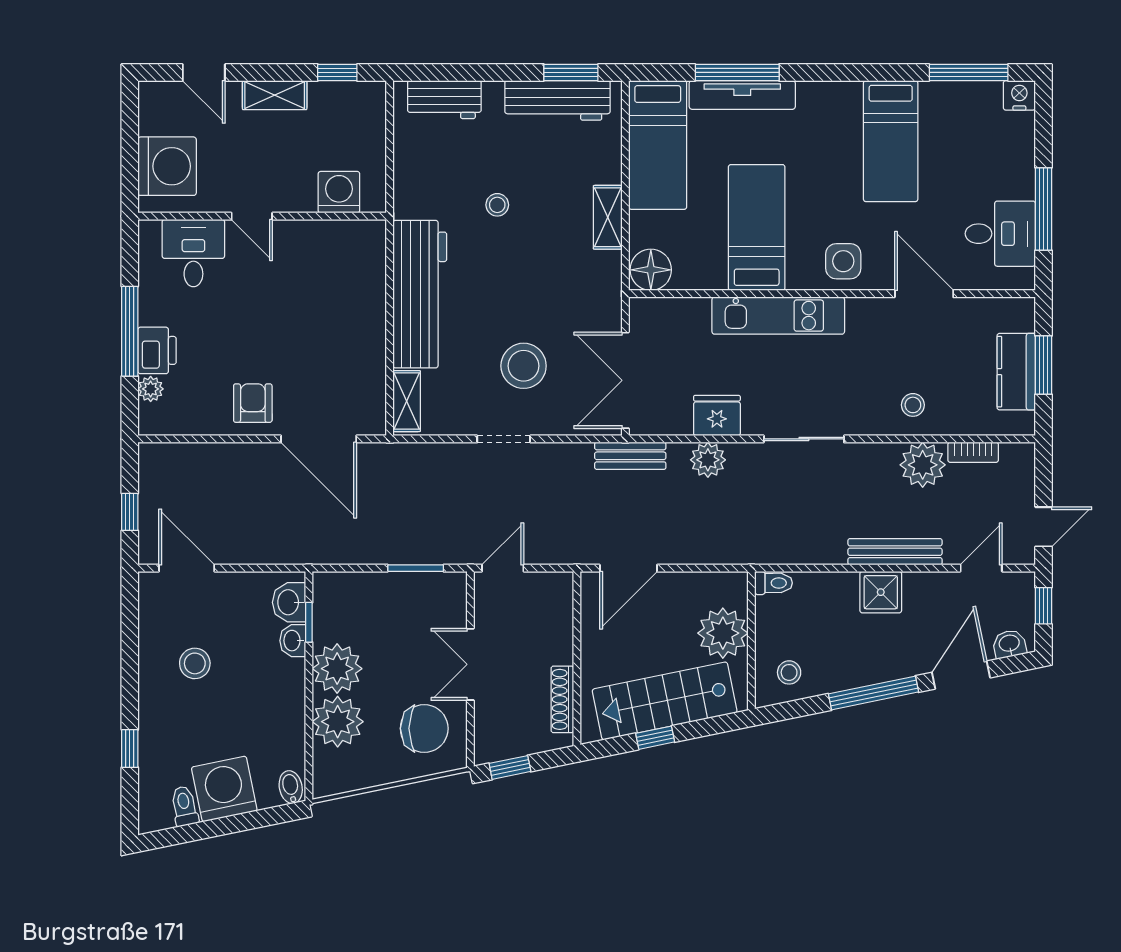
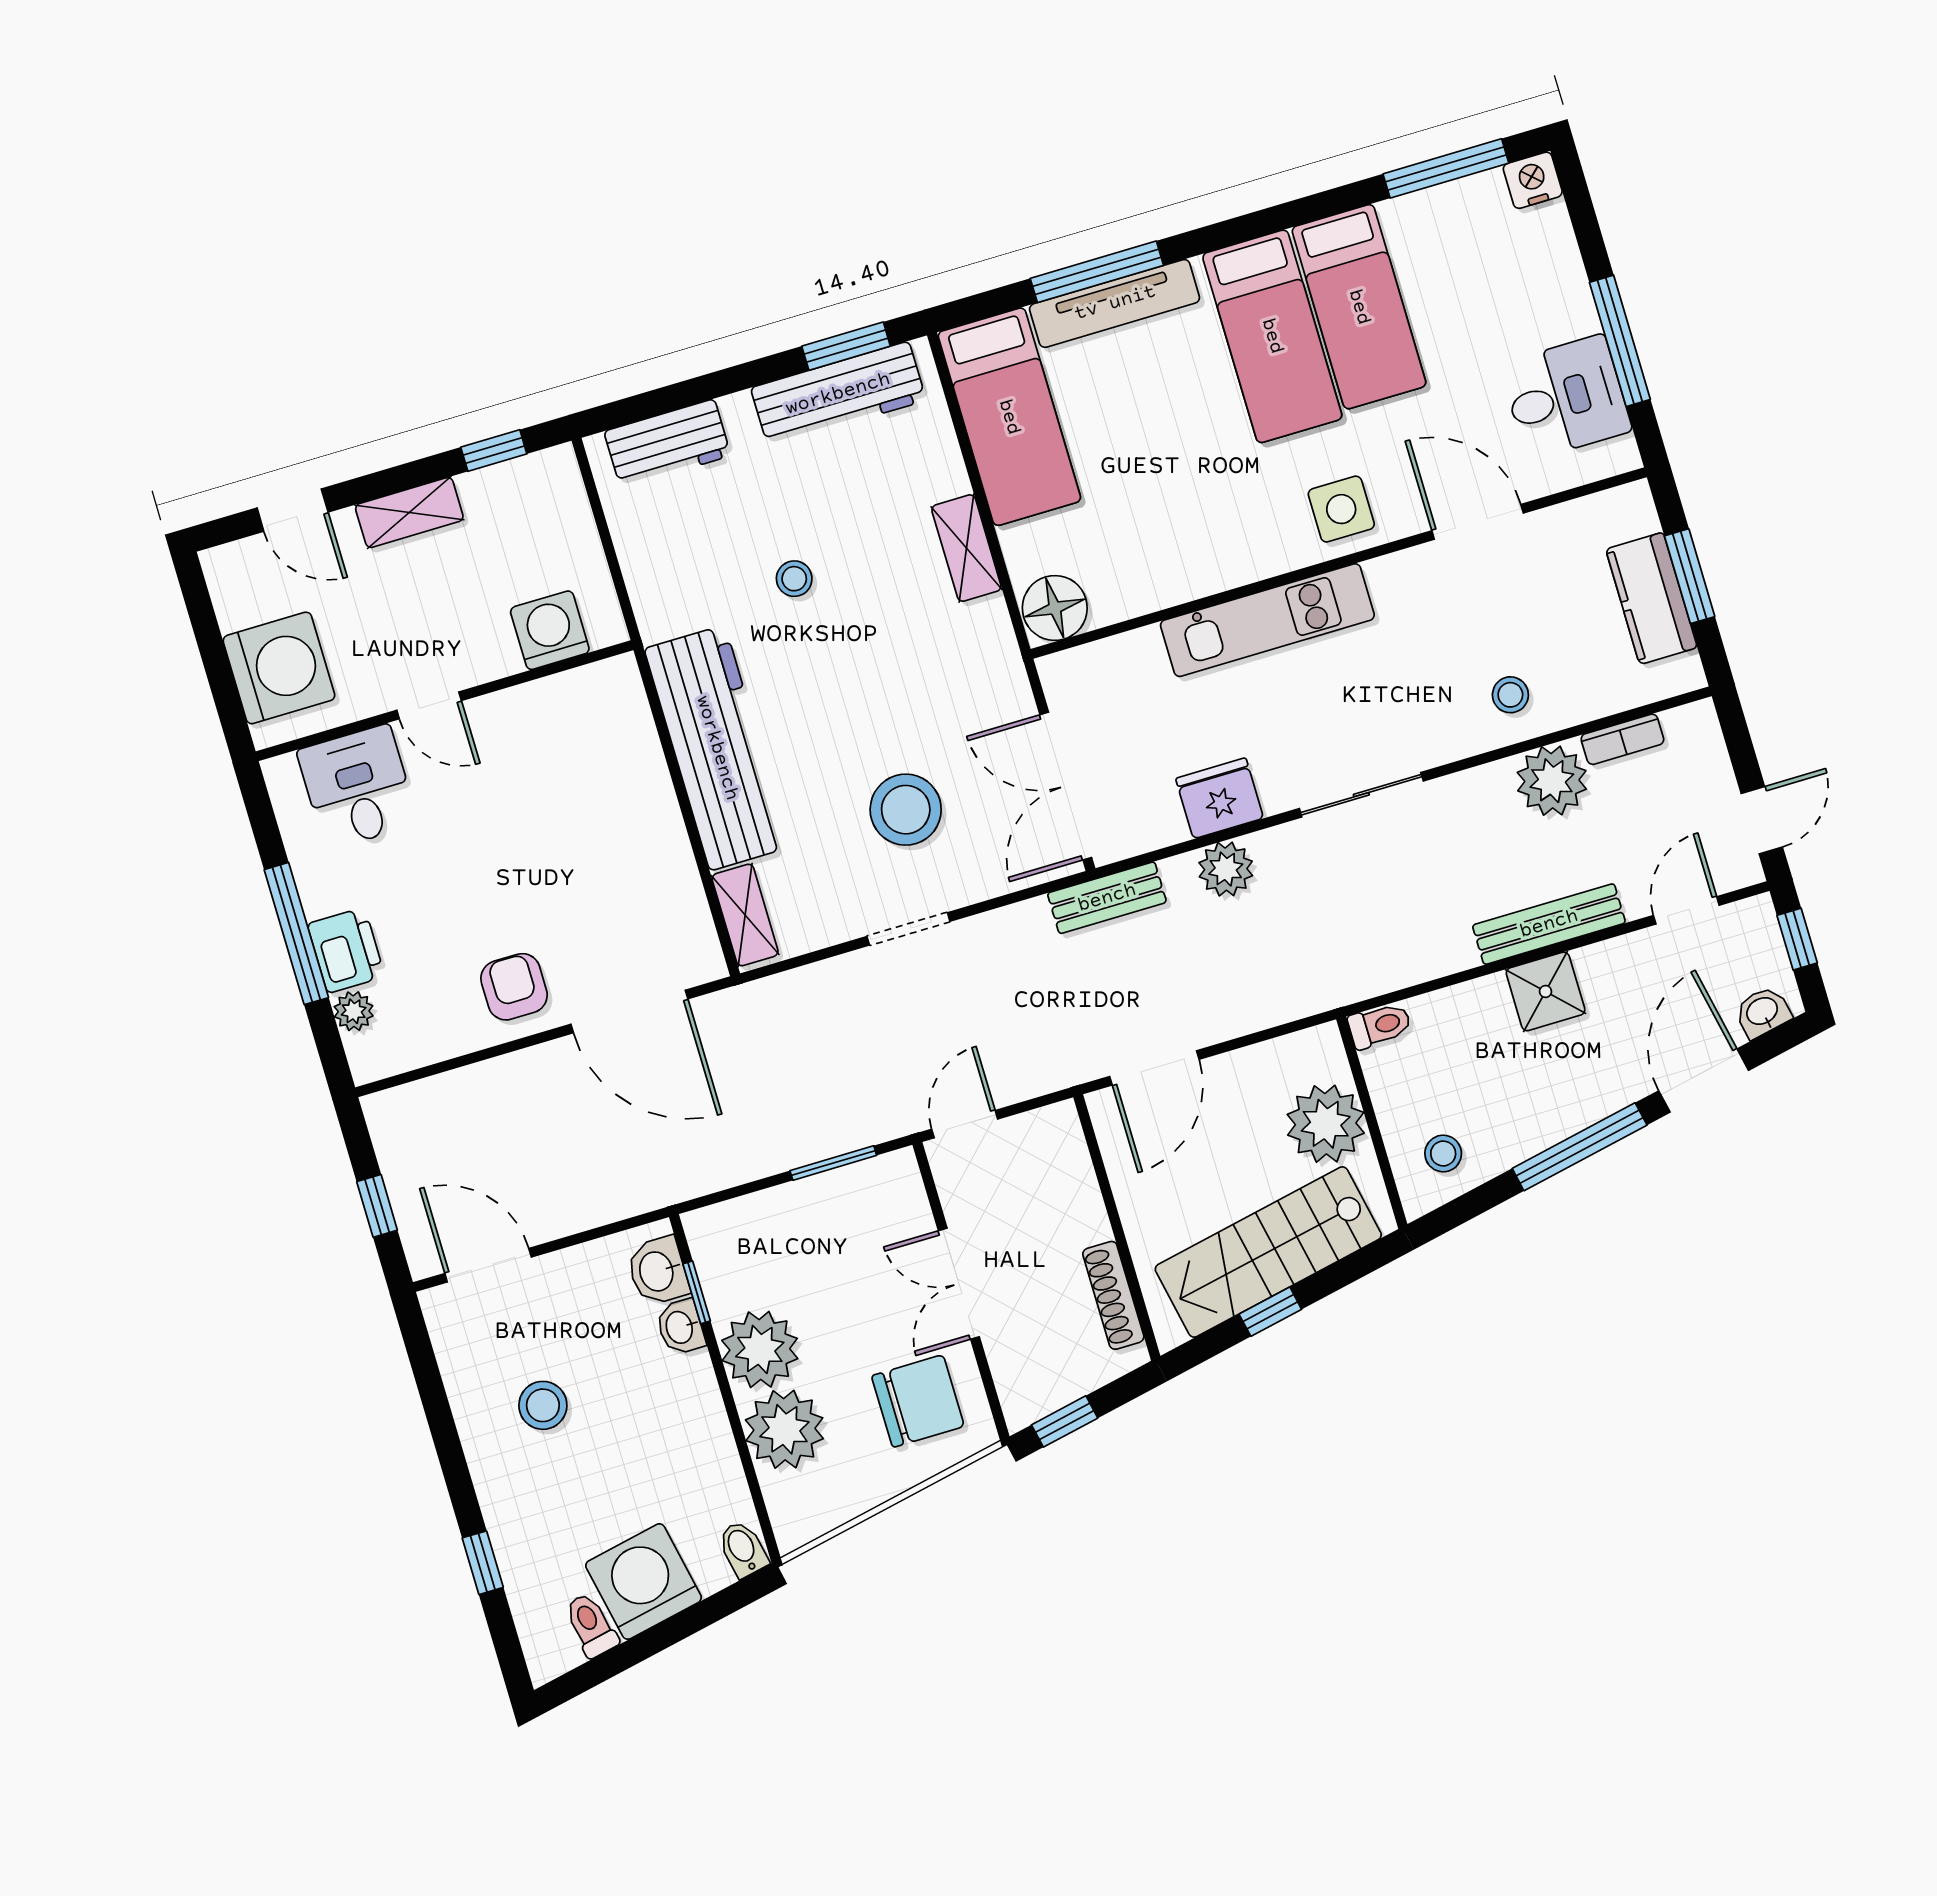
bed: (757, 227) -> (1272, 336), moved, turned 180

